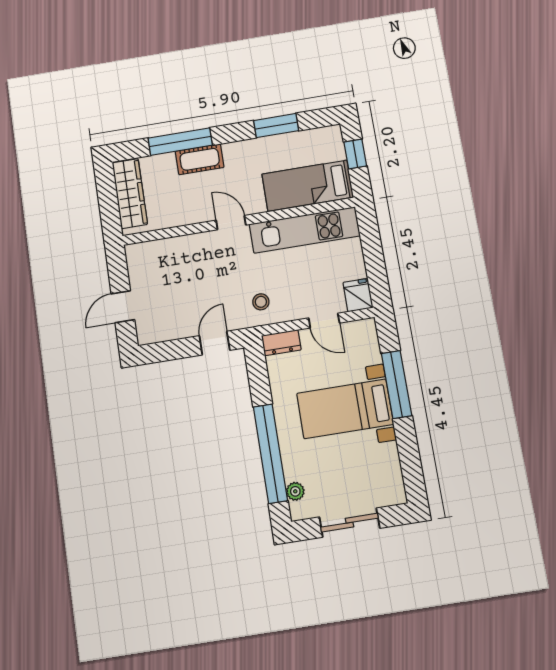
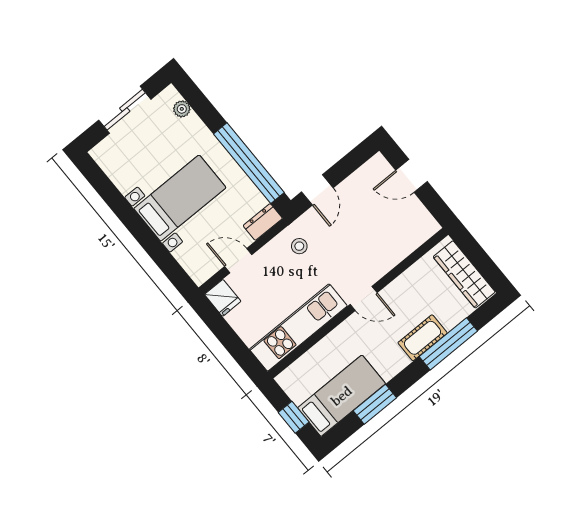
bed: (308, 186) -> (342, 396), moved
door: (123, 307) -> (411, 176), swing flipped
window: (396, 384) -> (150, 242), removed
window: (270, 454) -> (249, 163), moved

